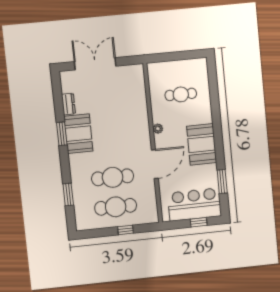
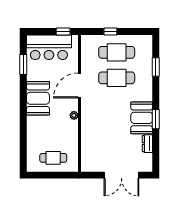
cafe table: (181, 94) -> (53, 158), moved
window: (199, 222) -> (63, 32), moved

